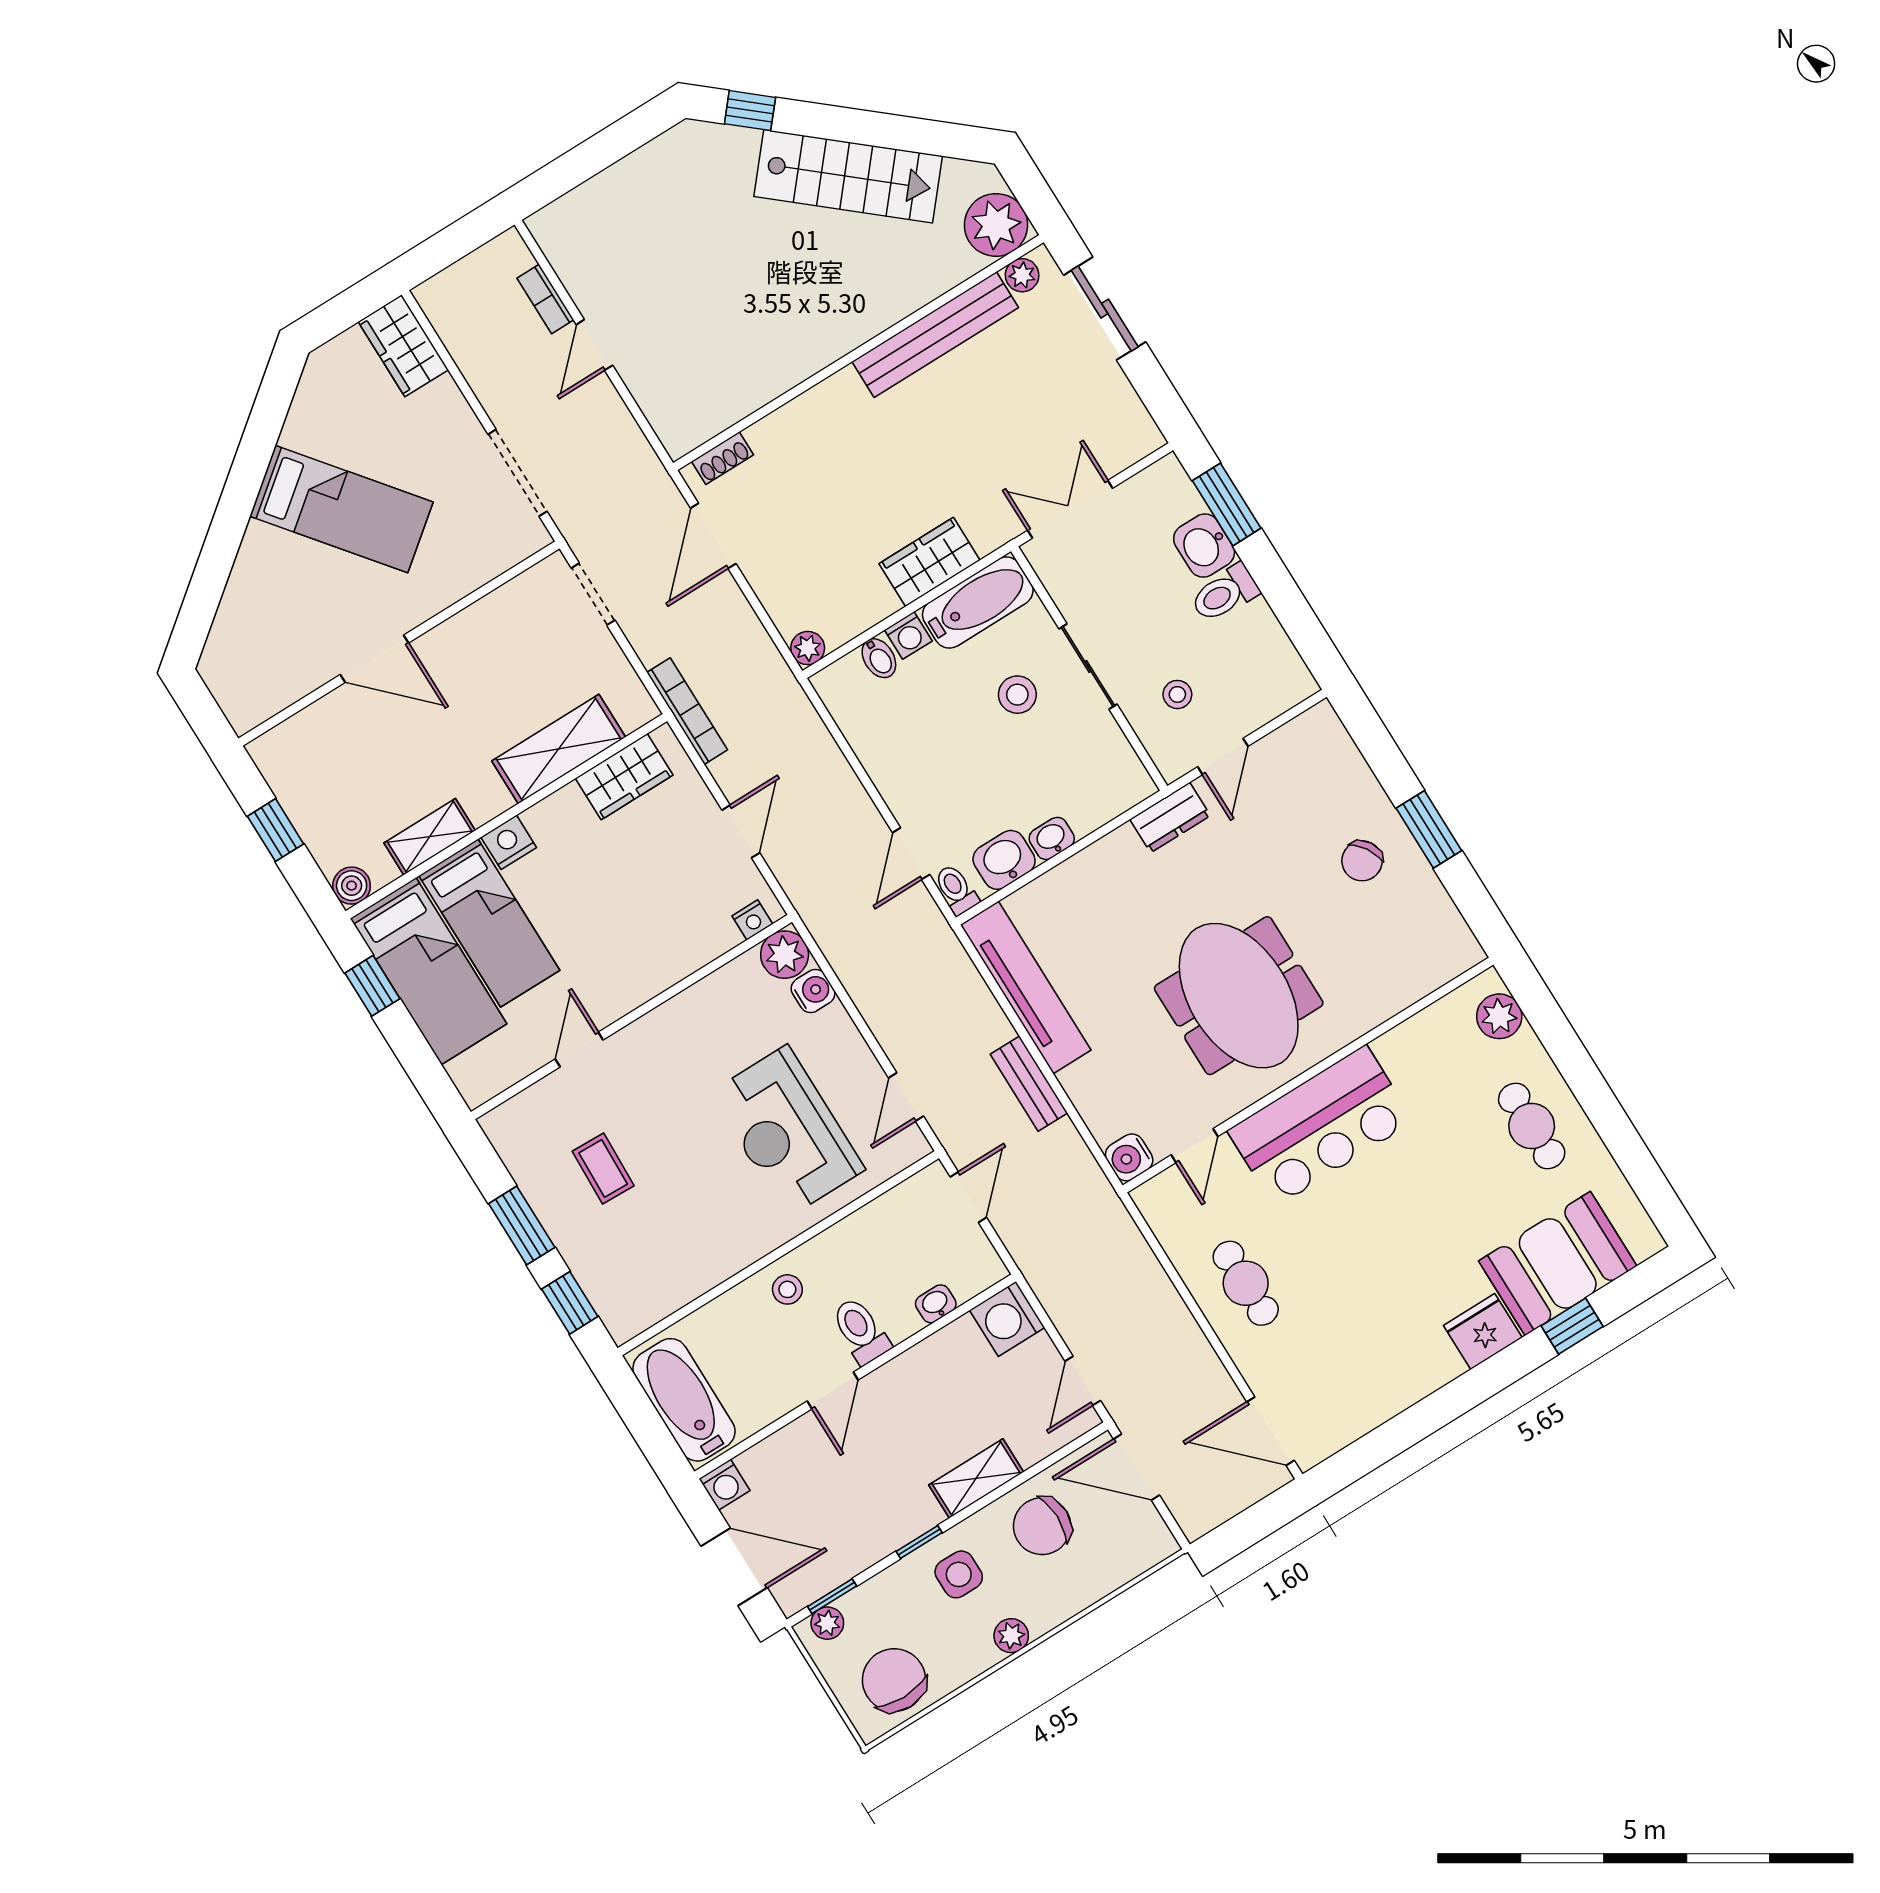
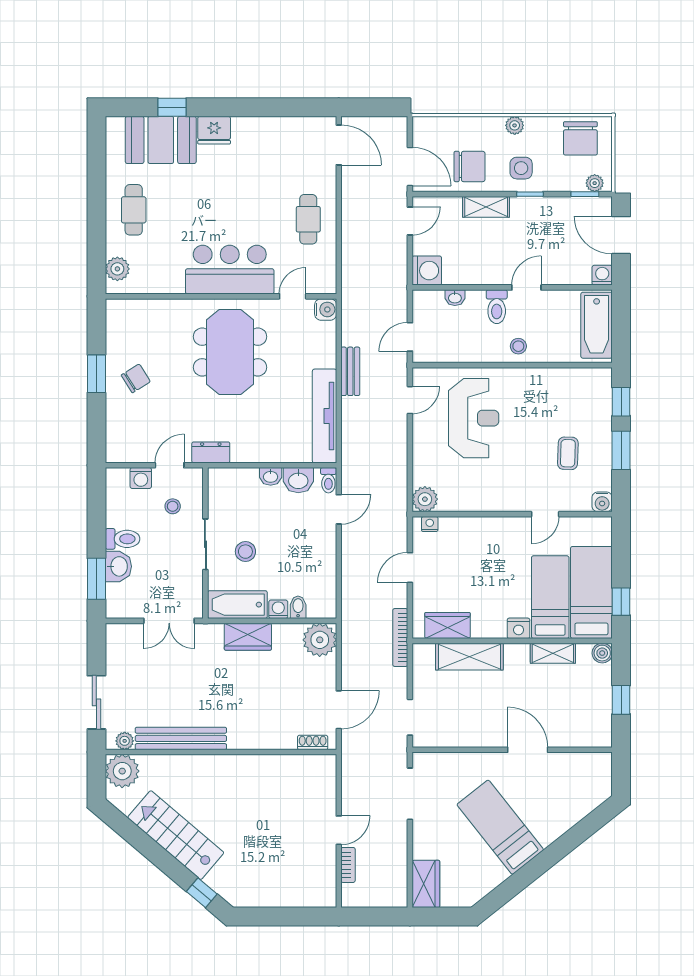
plant: (808, 648) -> (320, 640), width x1.87, depth x1.87
washing machine: (1256, 708) -> (141, 478), added
water cooler: (813, 991) -> (602, 502), moved, turned -90

